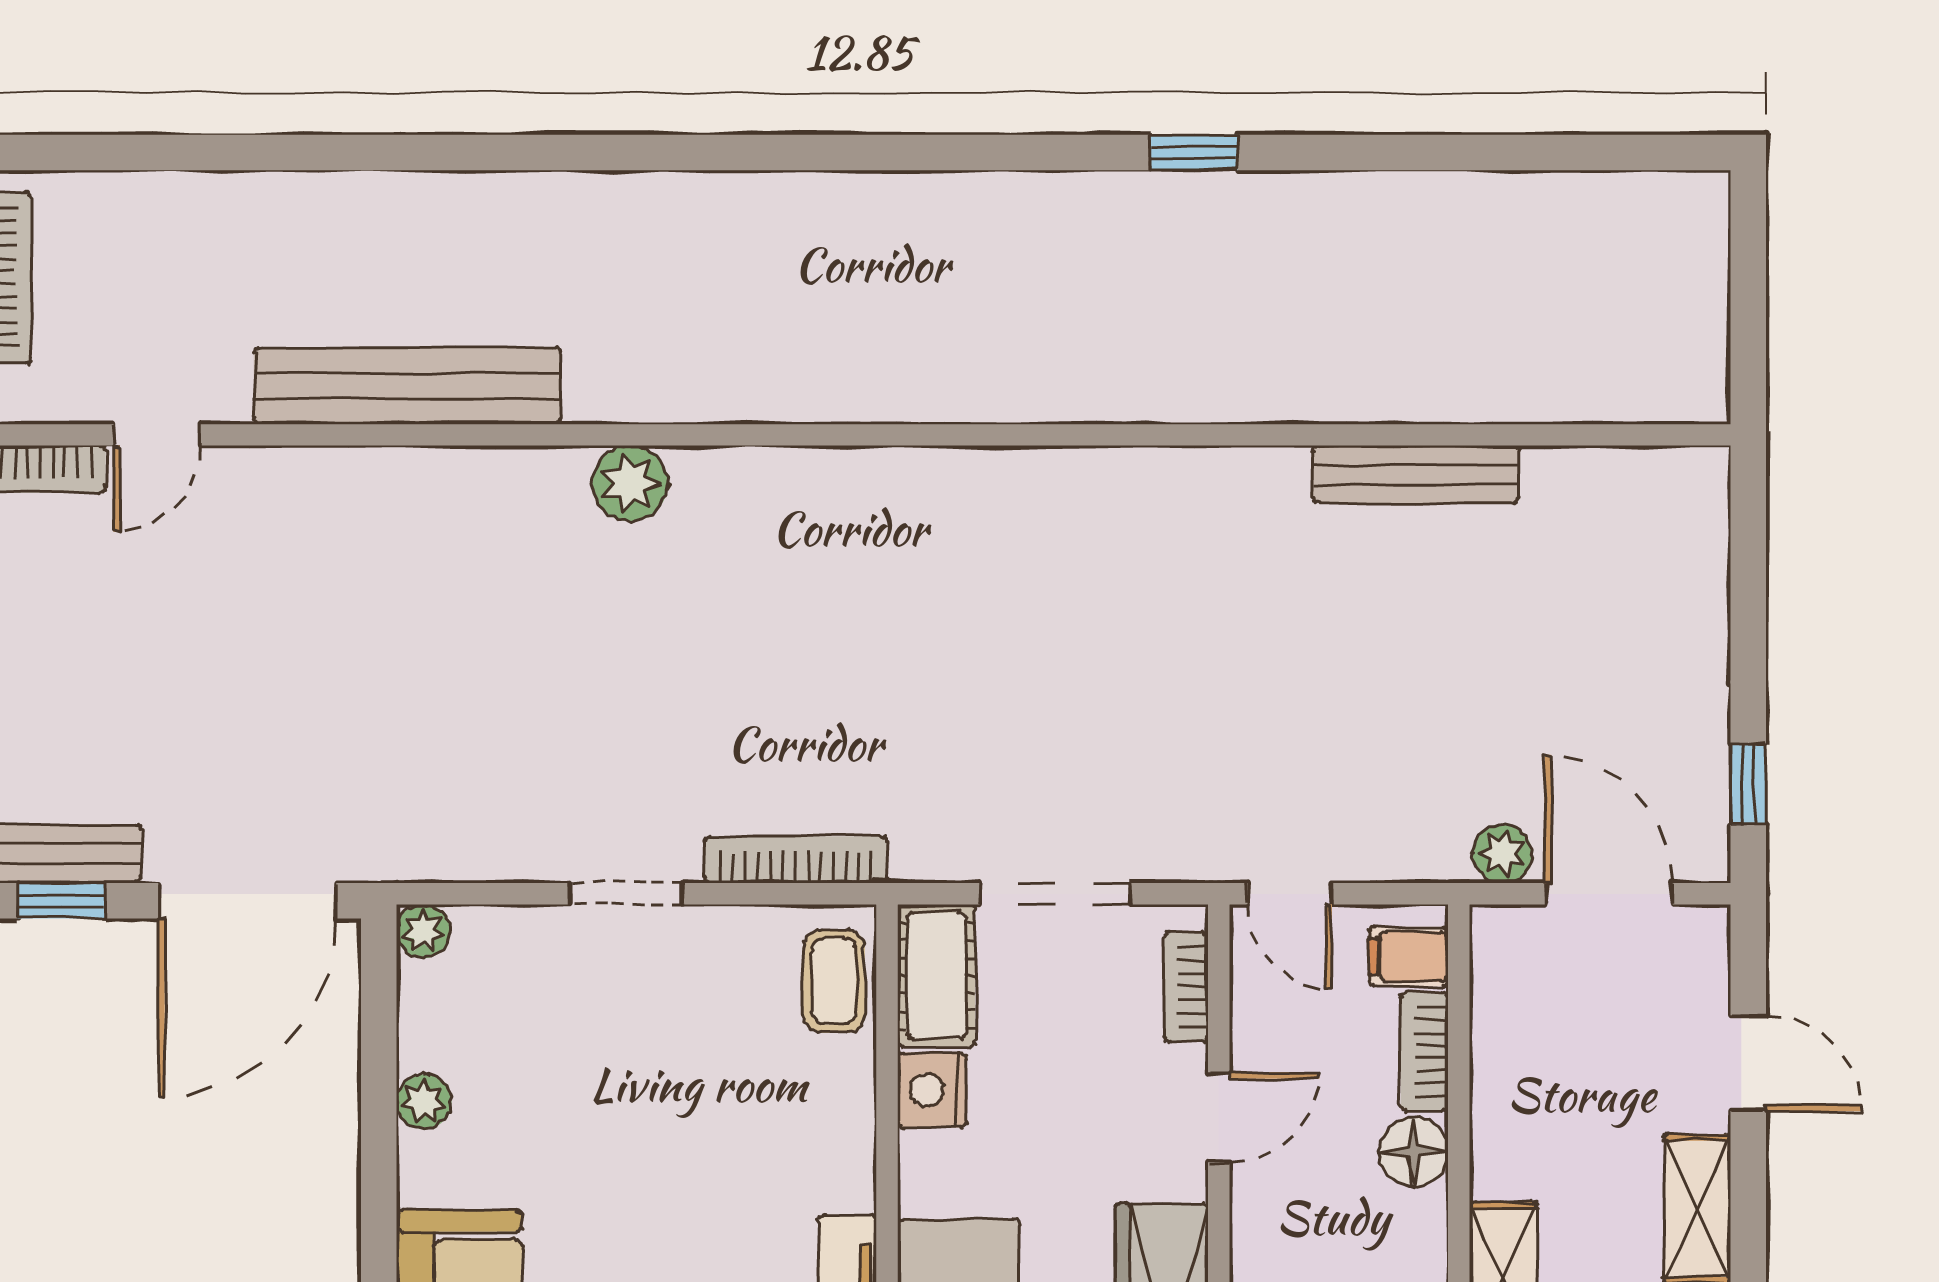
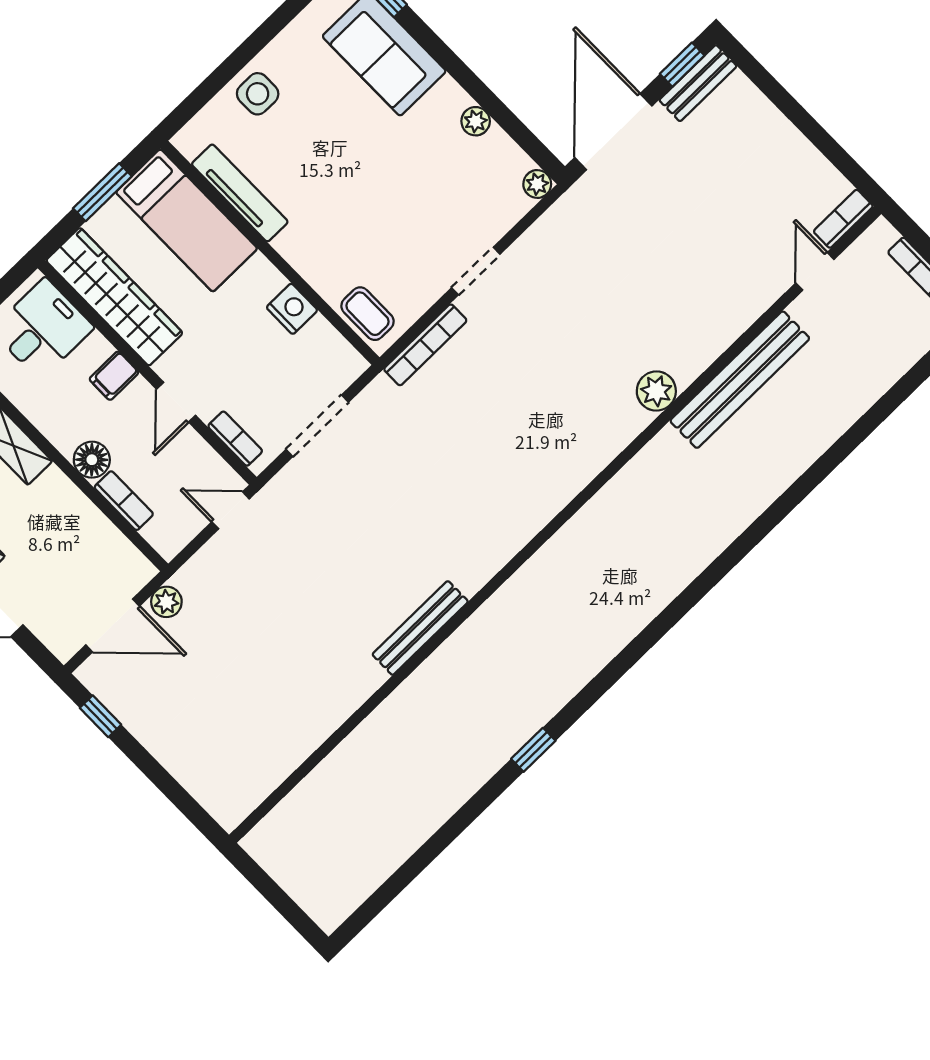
bench: (1415, 474) -> (420, 628), moved
plant: (630, 483) -> (656, 391), moved
filing cabinet: (1408, 957) -> (114, 376), moved, turned 180
cot: (936, 976) -> (332, 353), removed

